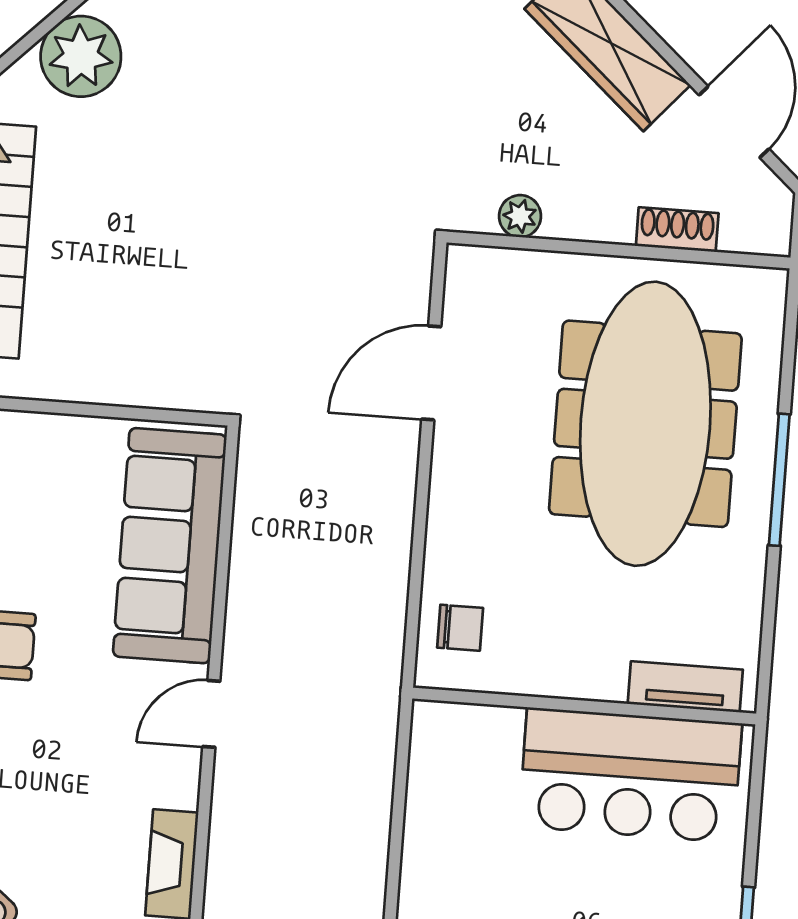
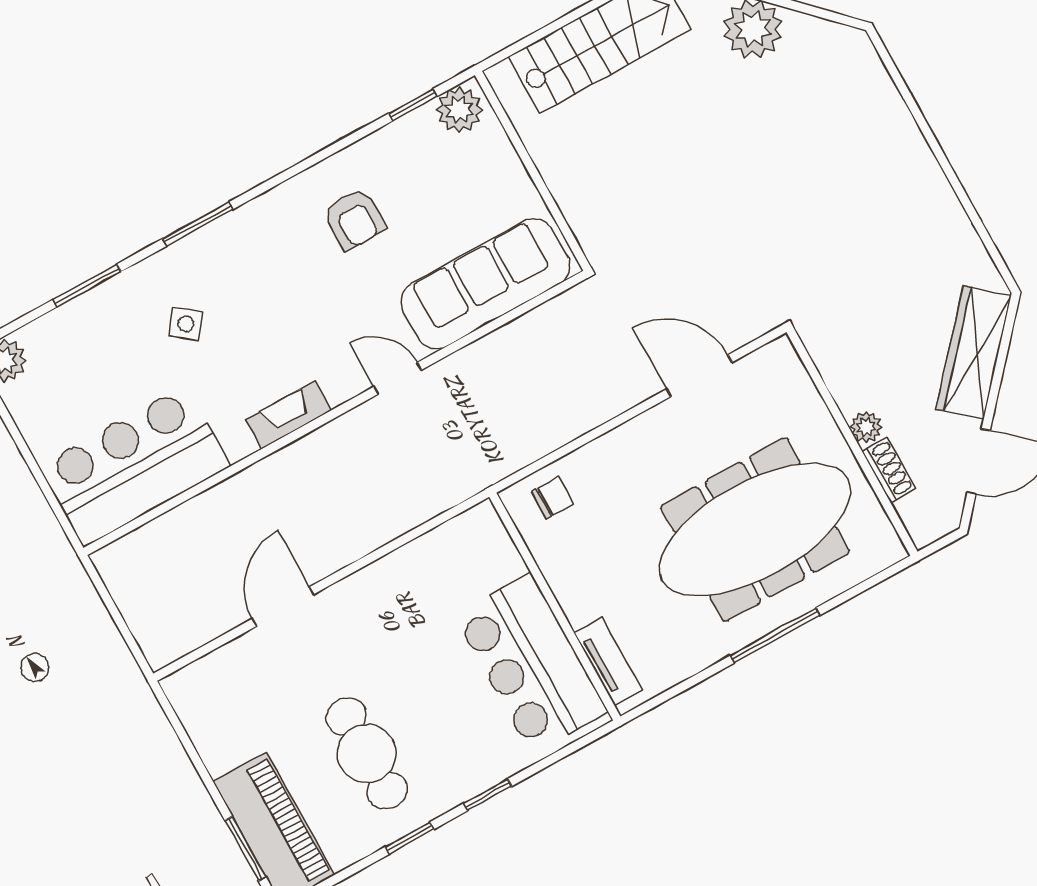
plant: (520, 216) -> (866, 427), moved
chair: (460, 628) -> (553, 498), turned -90

